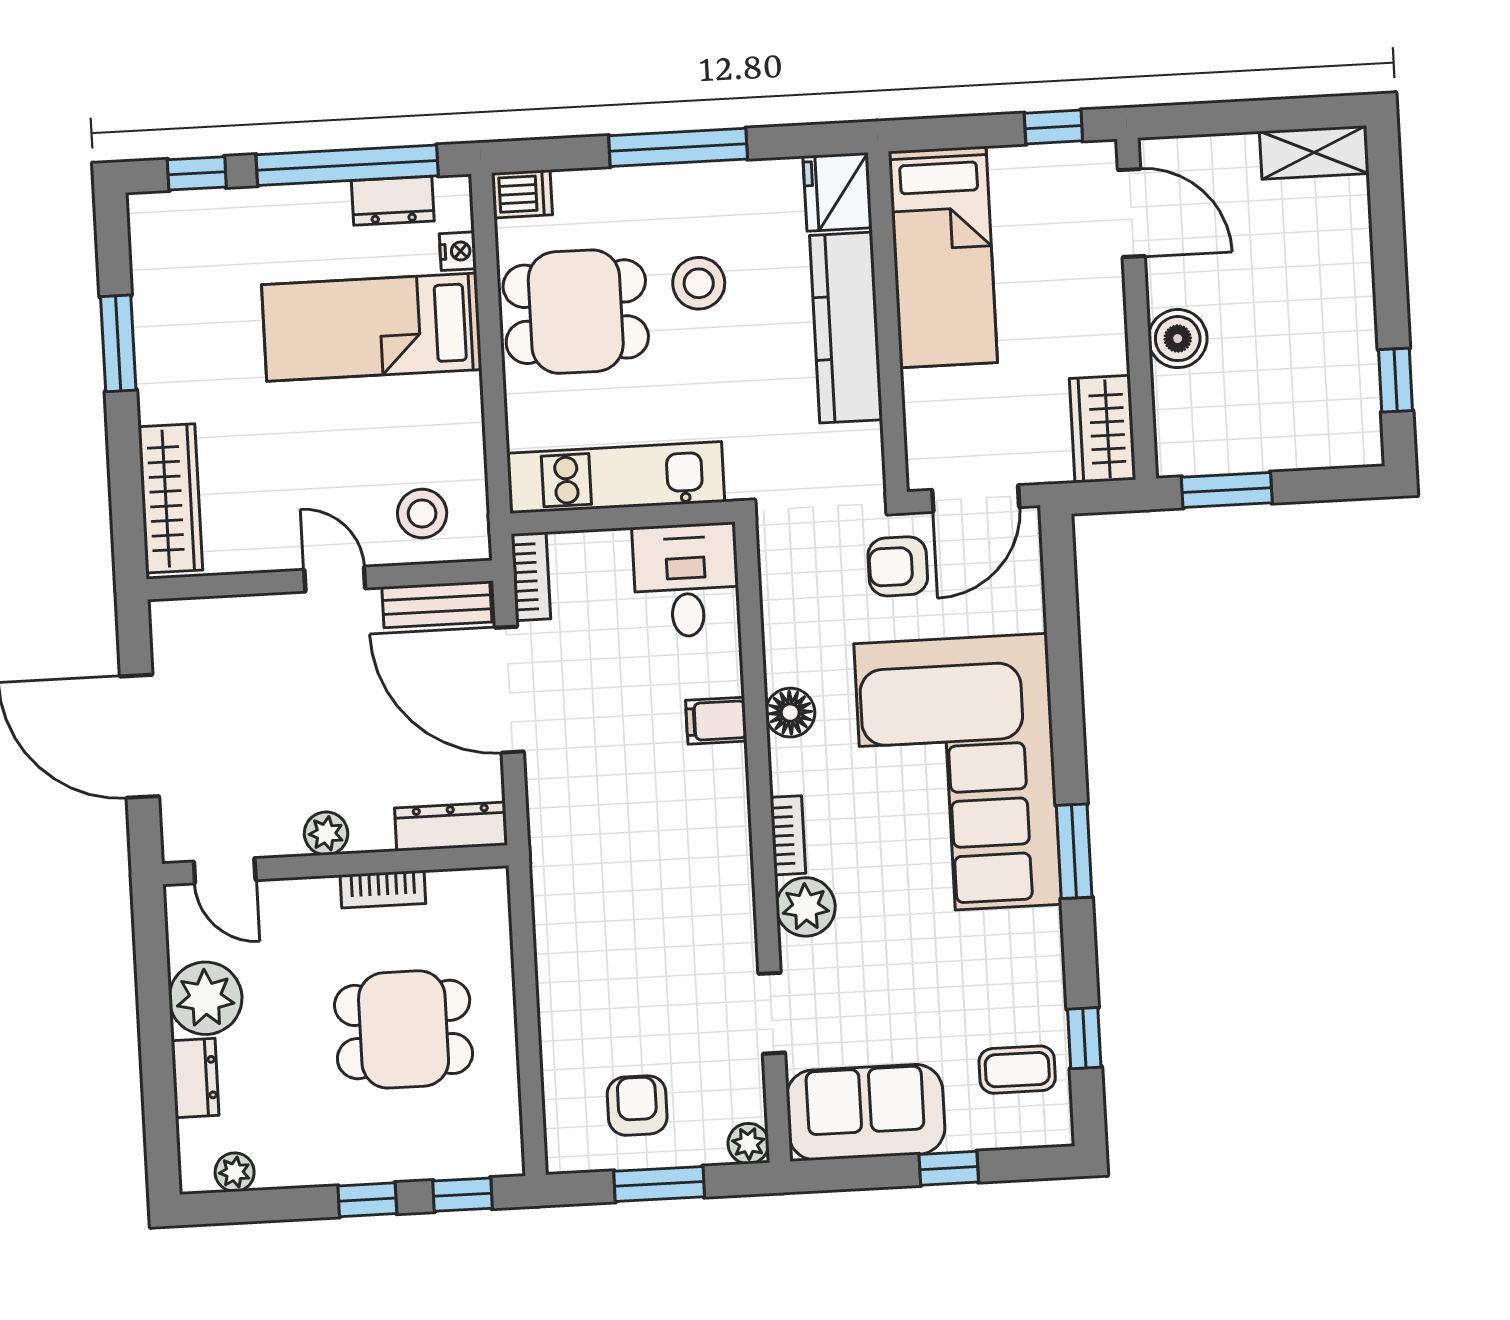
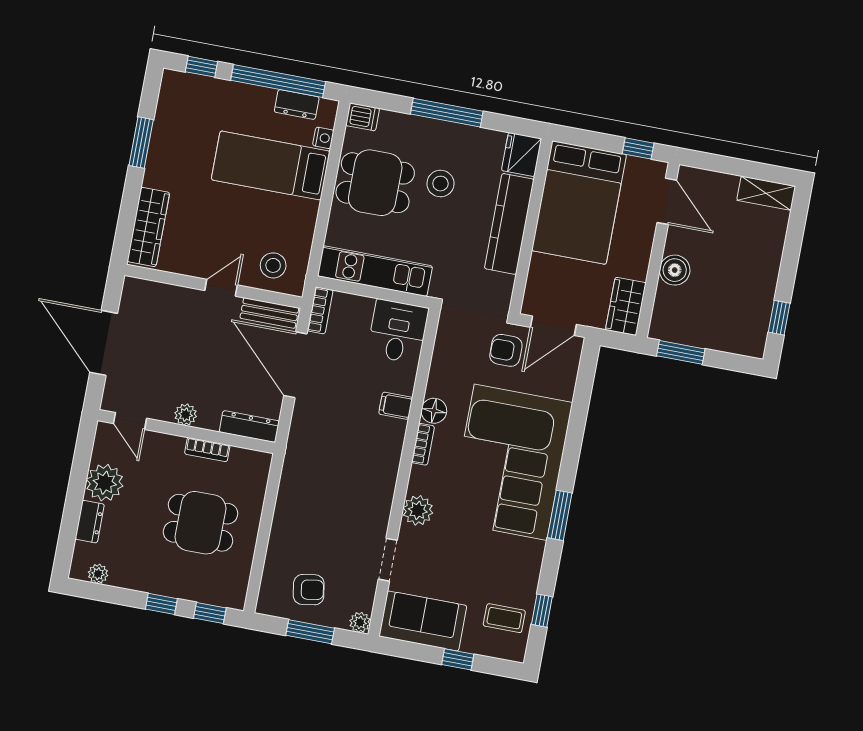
bed: (943, 257) -> (579, 203), width x1.50
door: (335, 579) -> (221, 288), hinge flipped
bookcase: (788, 835) -> (423, 444), moved
armchair: (637, 1106) -> (309, 590), turned 81

